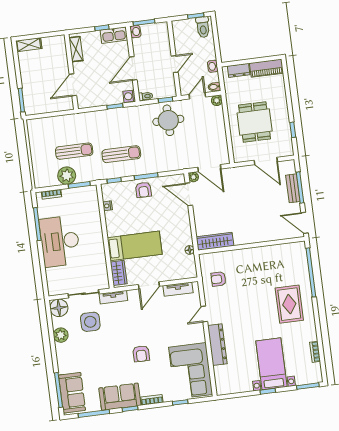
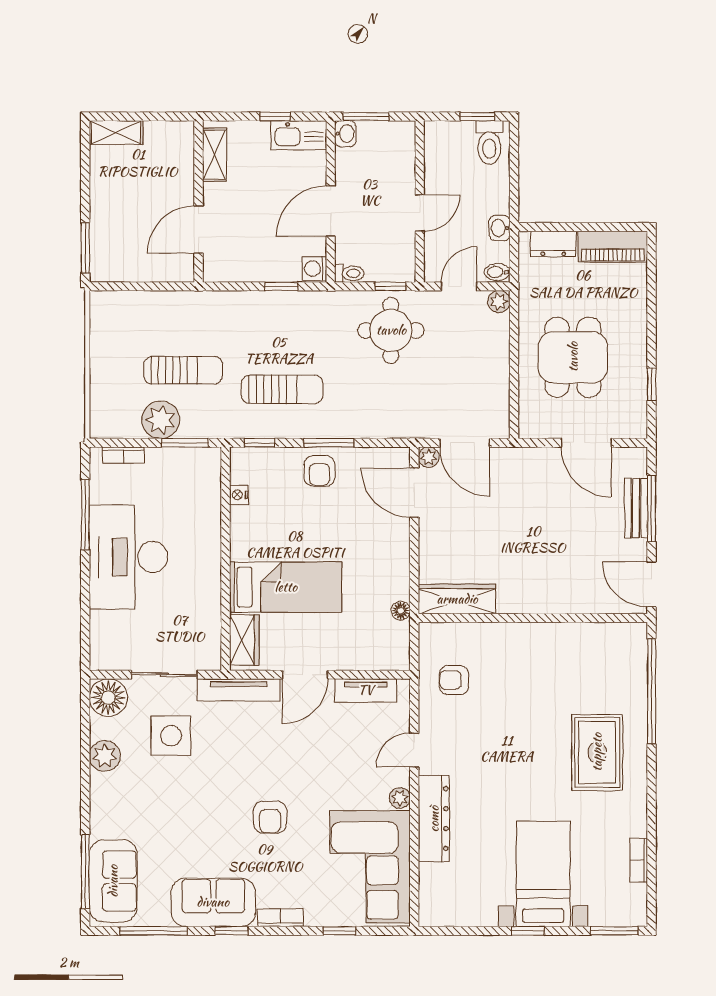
tv unit: (113, 297) -> (239, 690), width x1.41
plant: (200, 337) -> (400, 798), added

